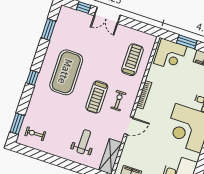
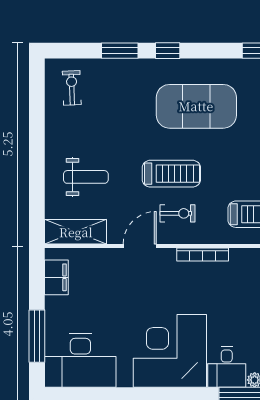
treadmill: (97, 97) -> (171, 174), turned 180
window: (17, 124) -> (120, 51), moved
door: (129, 126) -> (140, 246), swing flipped

